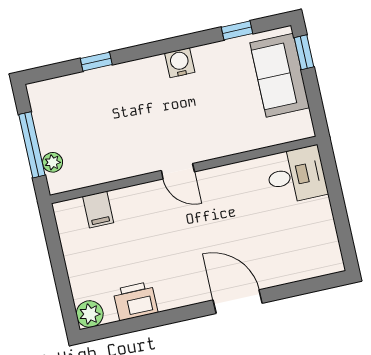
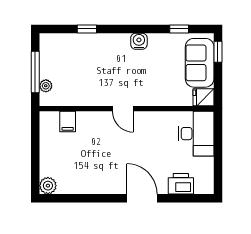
fridge: (297, 127) -> (203, 97), added
desk: (296, 175) -> (196, 134), width x1.37
printer: (135, 301) -> (181, 184), moved

